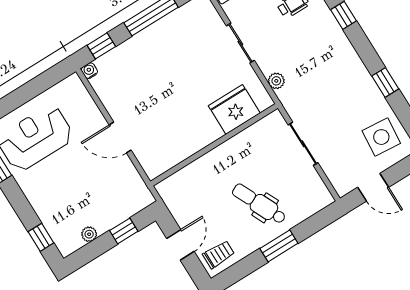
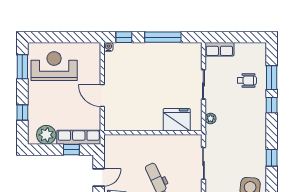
row of seats: (123, 209) -> (79, 137), added
plant: (89, 234) -> (46, 135), width x1.88, depth x1.88
window: (41, 237) -> (22, 113), moved

